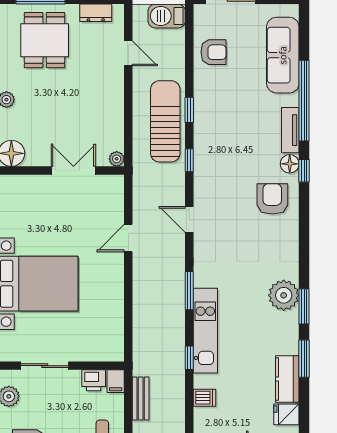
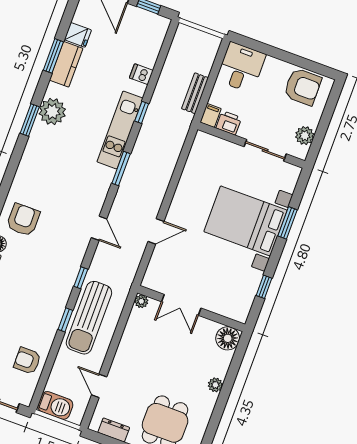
armchair: (272, 199) -> (23, 220), turned 180
plant: (284, 295) -> (52, 112), moved
window: (304, 359) -> (53, 56), moved

